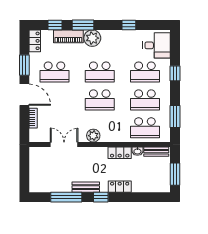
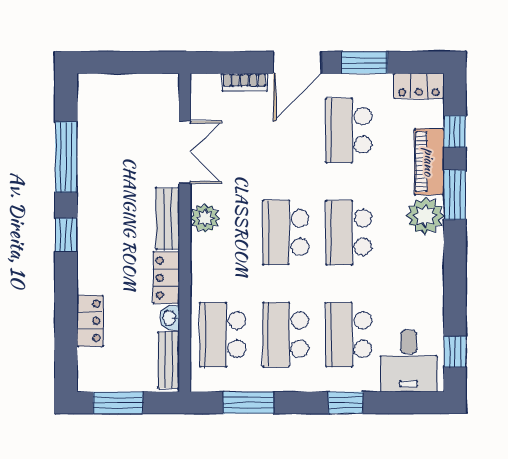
window: (129, 25) -> (455, 352), moved
bench: (86, 187) -> (168, 219), moved
locker: (120, 187) -> (90, 321), moved

